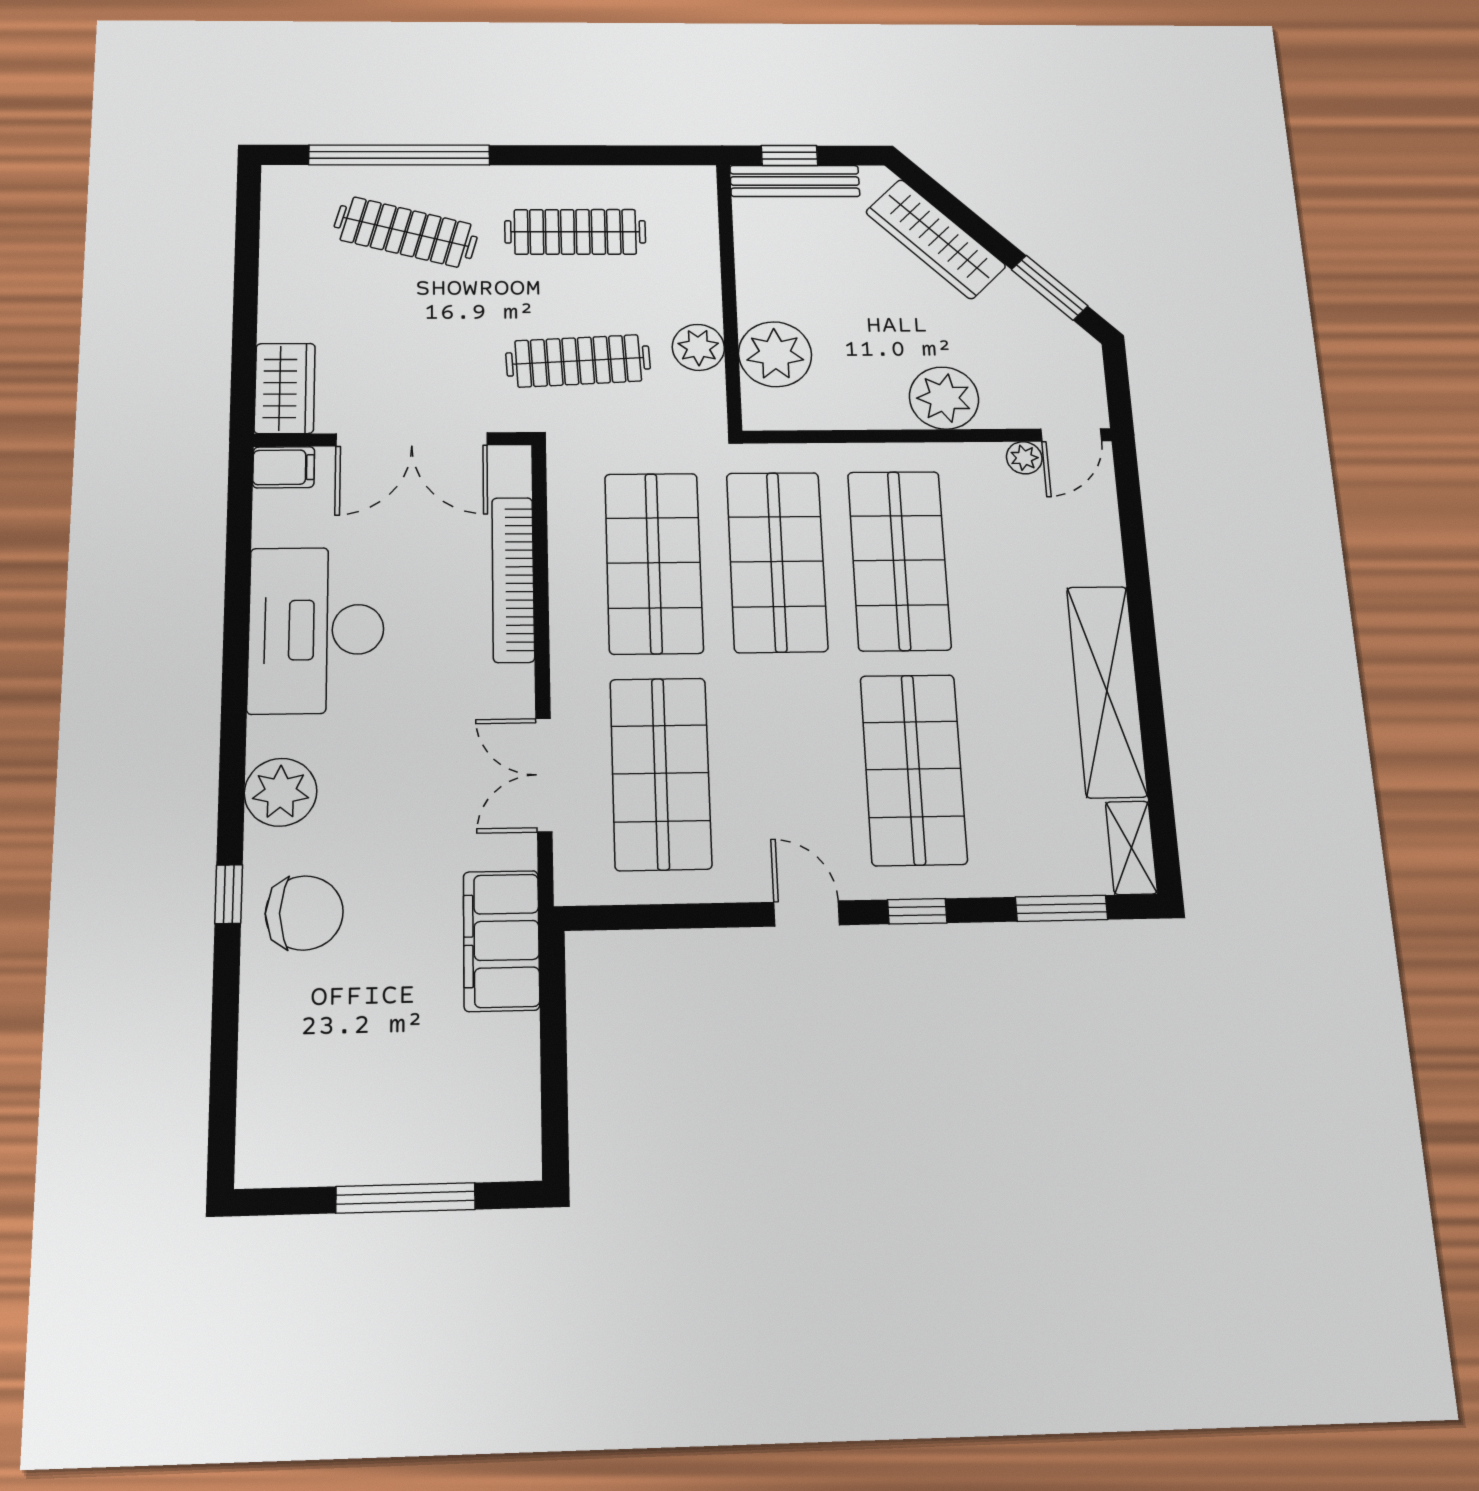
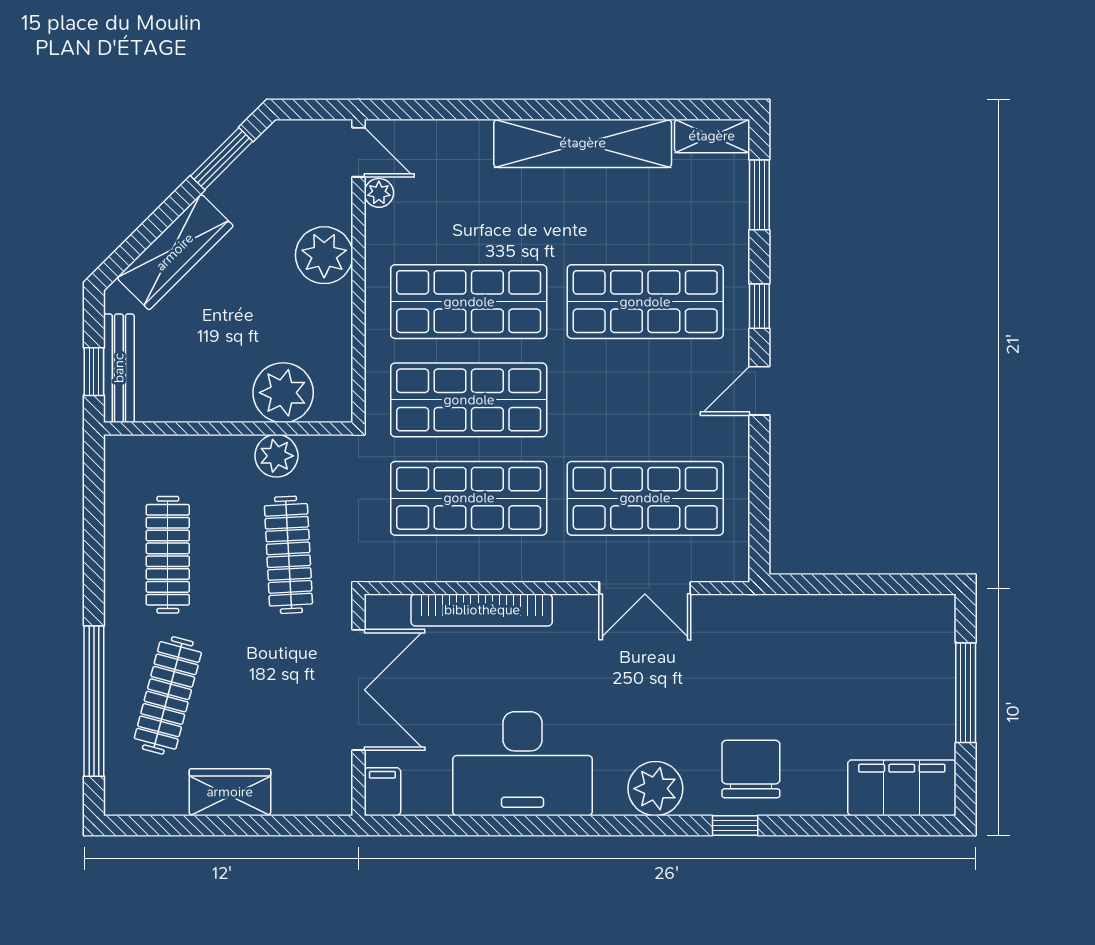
wardrobe: (285, 388) -> (230, 792), moved
filing cabinet: (501, 941) -> (902, 788), moved, turned 180

